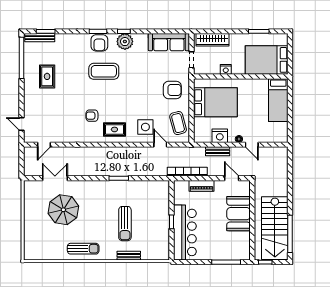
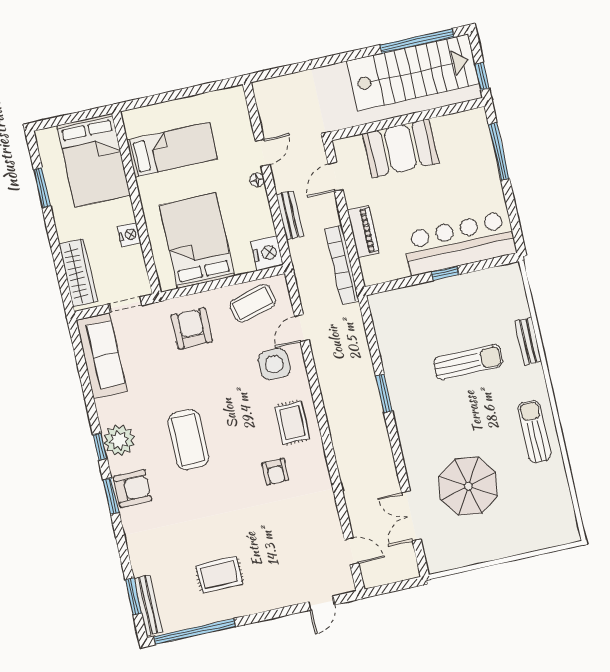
coffee table: (104, 71) -> (188, 440), moved
bed: (278, 100) -> (172, 150), moved
nightstand: (220, 136) -> (267, 253), moved

